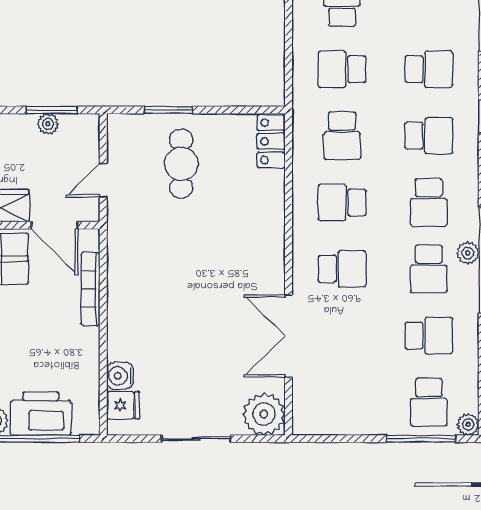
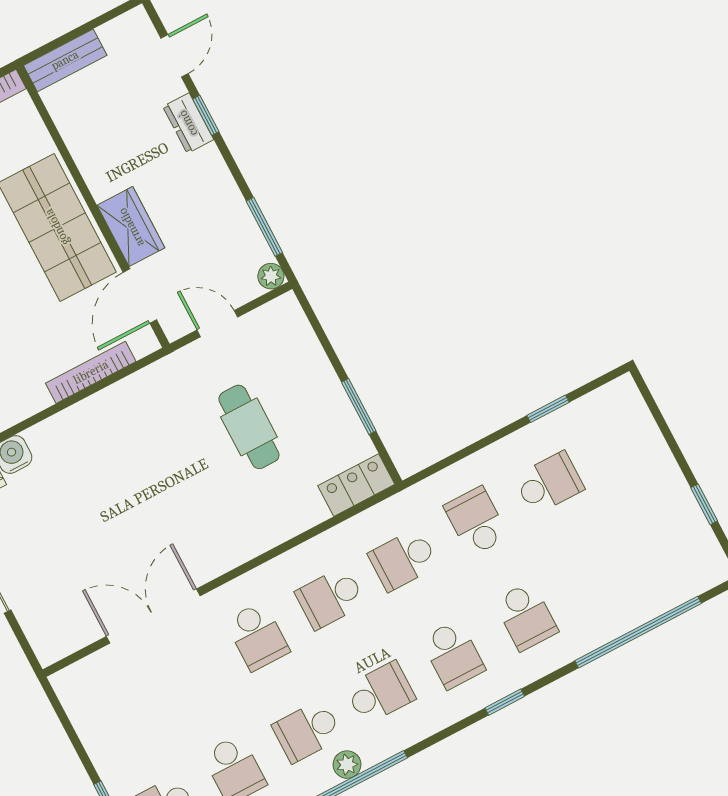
window: (168, 110) -> (359, 407), moved
plant: (48, 124) -> (271, 276), moved
cafe table: (181, 164) -> (249, 427), moved, turned 90
school desk: (342, 202) -> (330, 598), turned -90
school desk: (429, 202) -> (380, 693), turned 180
plant: (264, 414) -> (54, 634), removed

